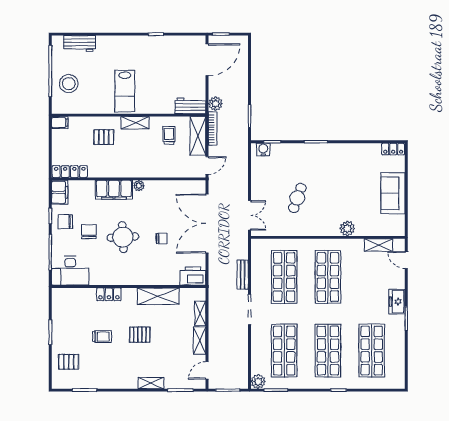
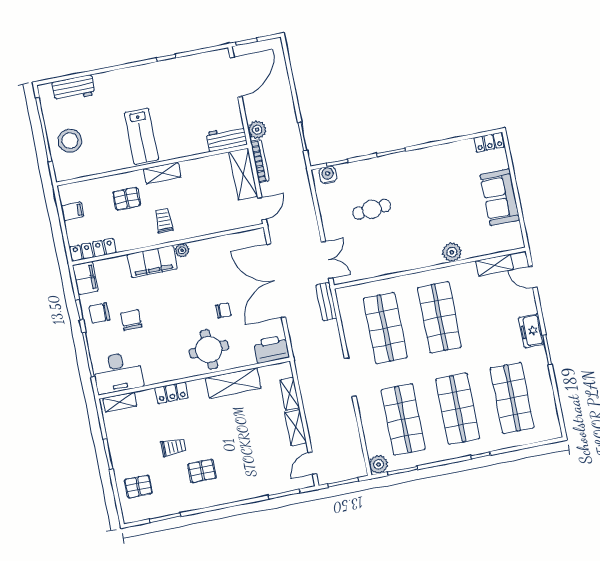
filing cabinet: (60, 123) -> (72, 211), moved
trolley: (169, 135) -> (164, 221), moved
cafe table: (297, 198) -> (372, 209), moved, turned 65
round table: (123, 237) -> (209, 349), moved
bench: (243, 275) -> (326, 302), moved
pallet: (140, 335) -> (202, 471), moved
shelving: (151, 383) -> (120, 402), moved

